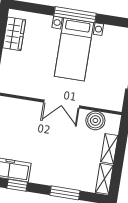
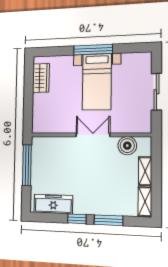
double door: (62, 104) -> (93, 135), swing flipped
window: (17, 185) -> (77, 219), moved

